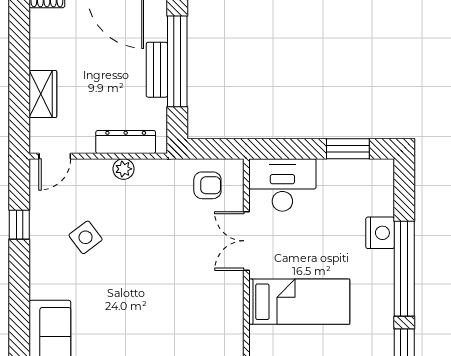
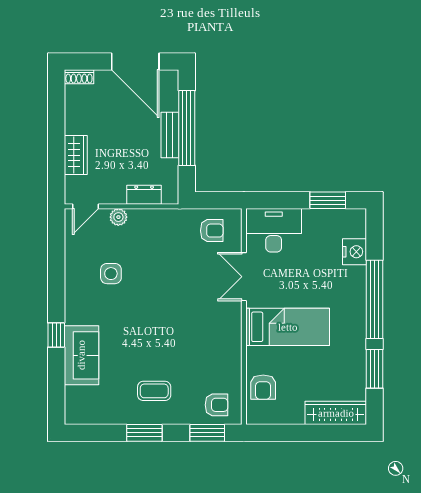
dresser: (126, 142) -> (144, 195), width x0.70
plant: (124, 169) -> (118, 217), moved
window: (19, 225) -> (56, 335), moved
nightstand: (380, 233) -> (354, 252), moved
side table: (86, 237) -> (111, 274), turned 37

